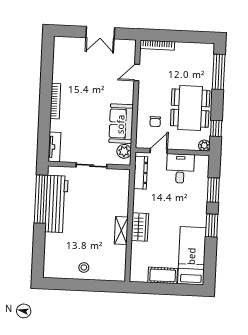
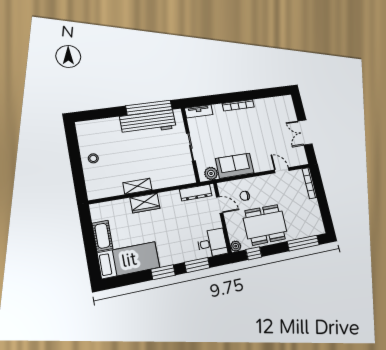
desk: (180, 169) -> (212, 243), moved

